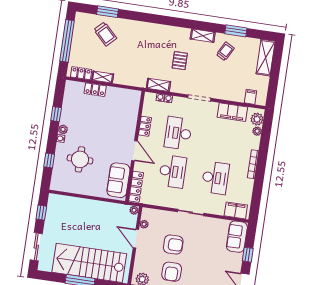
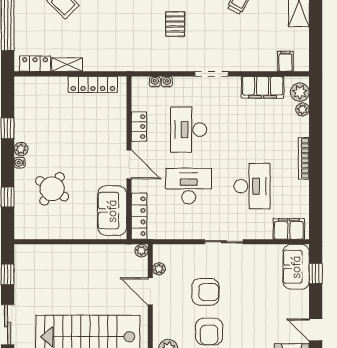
shelving: (158, 85) -> (150, 64), removed
locker: (95, 90) -> (93, 84), moved, width x1.53
round table: (80, 159) -> (52, 189), turned 33
desk: (172, 171) -> (189, 186), turned -90
window: (248, 255) -> (316, 274), moved

